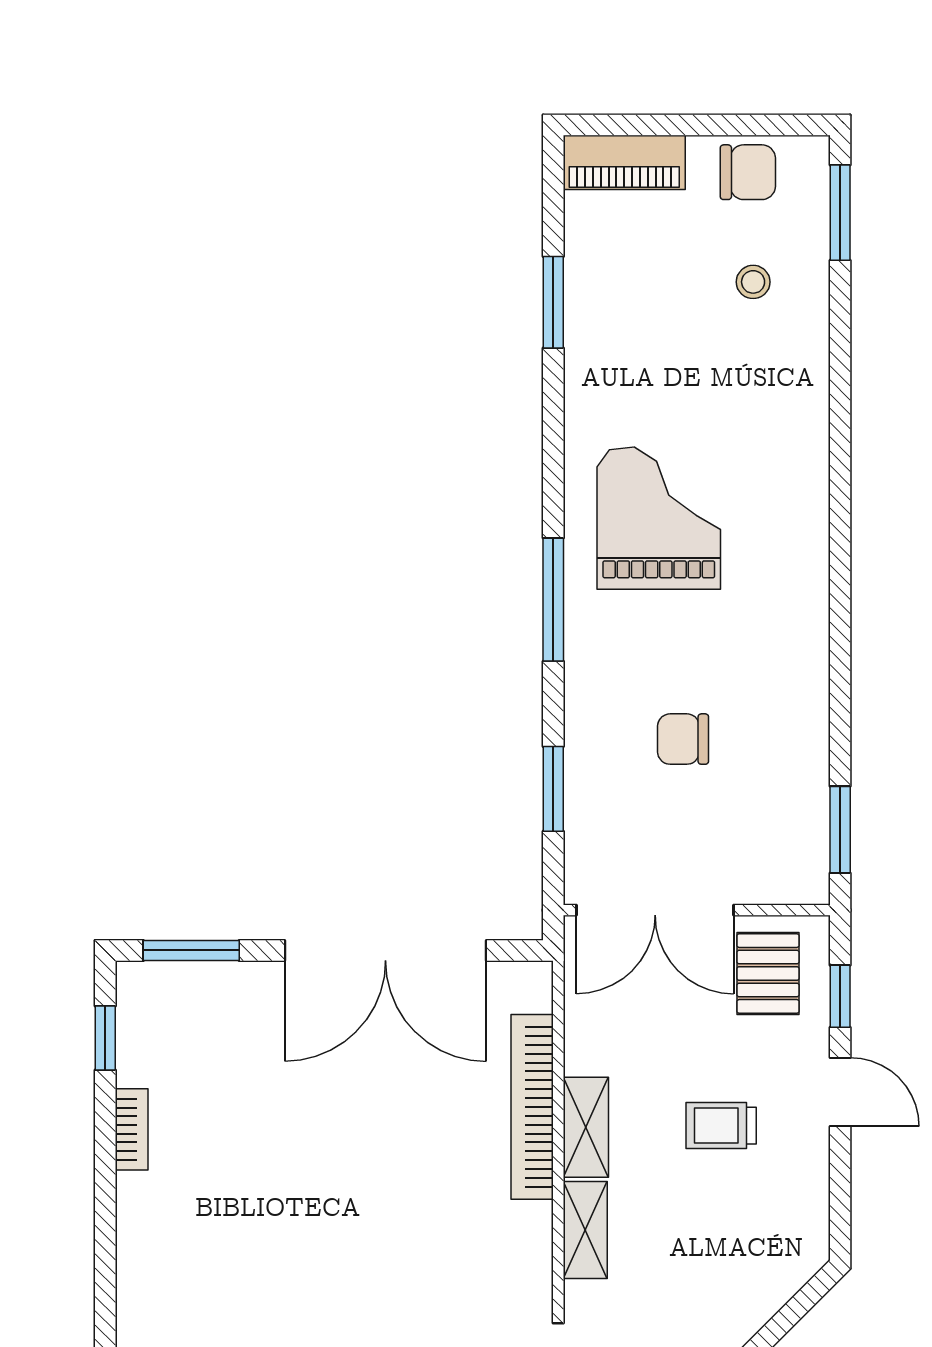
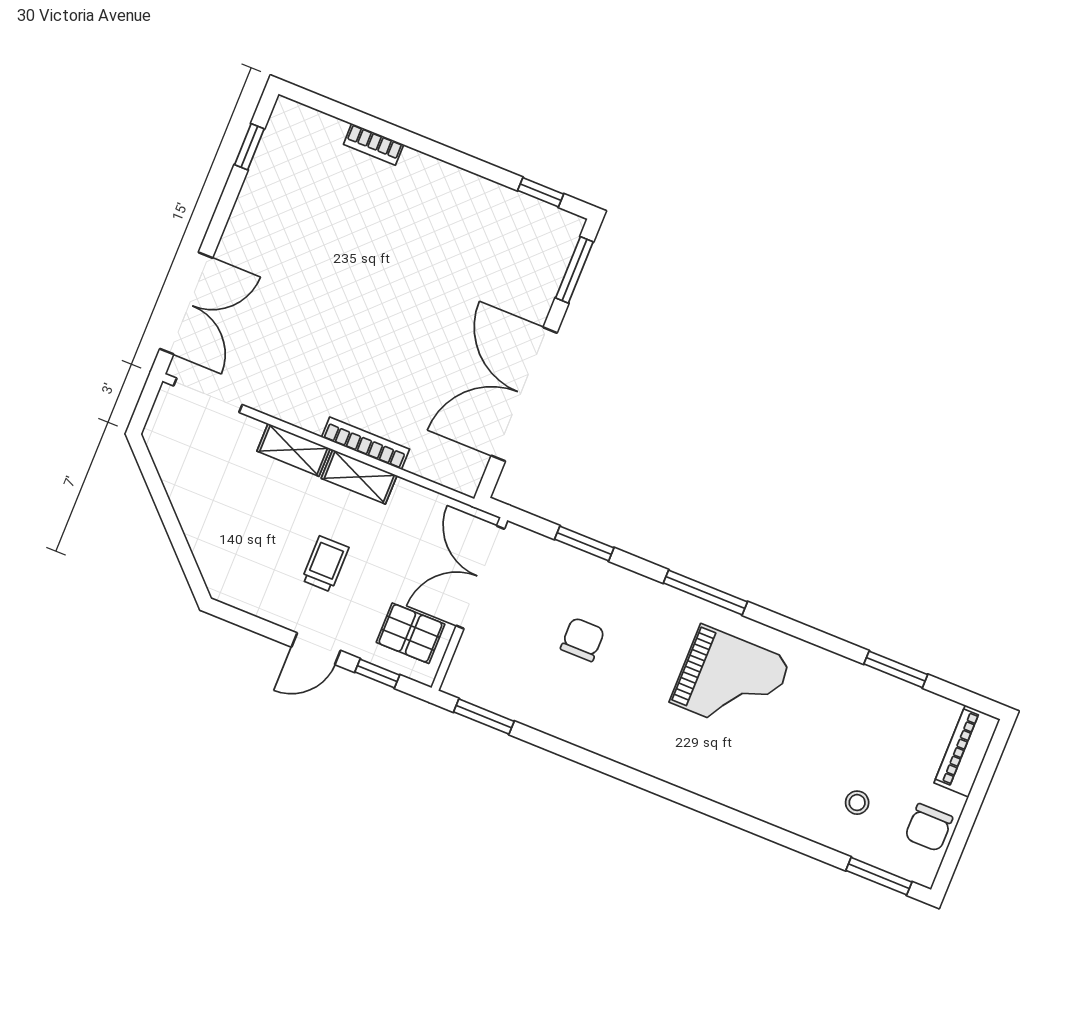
bookcase: (532, 1107) -> (366, 443), width x0.68, depth x0.76
bookcase: (132, 1129) -> (374, 144), moved

